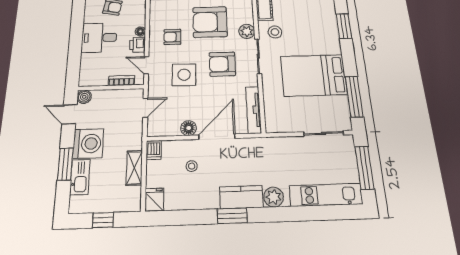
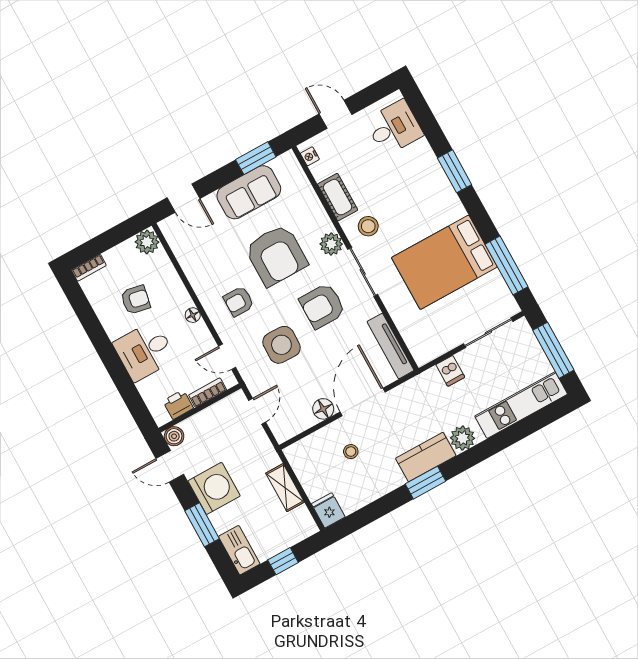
armchair: (210, 22) -> (276, 255), turned -90
printer: (138, 45) -> (178, 405), moved, turned 90
dishwasher: (154, 150) -> (450, 371), moved
kitchen sink: (80, 177) -> (239, 550), moved

